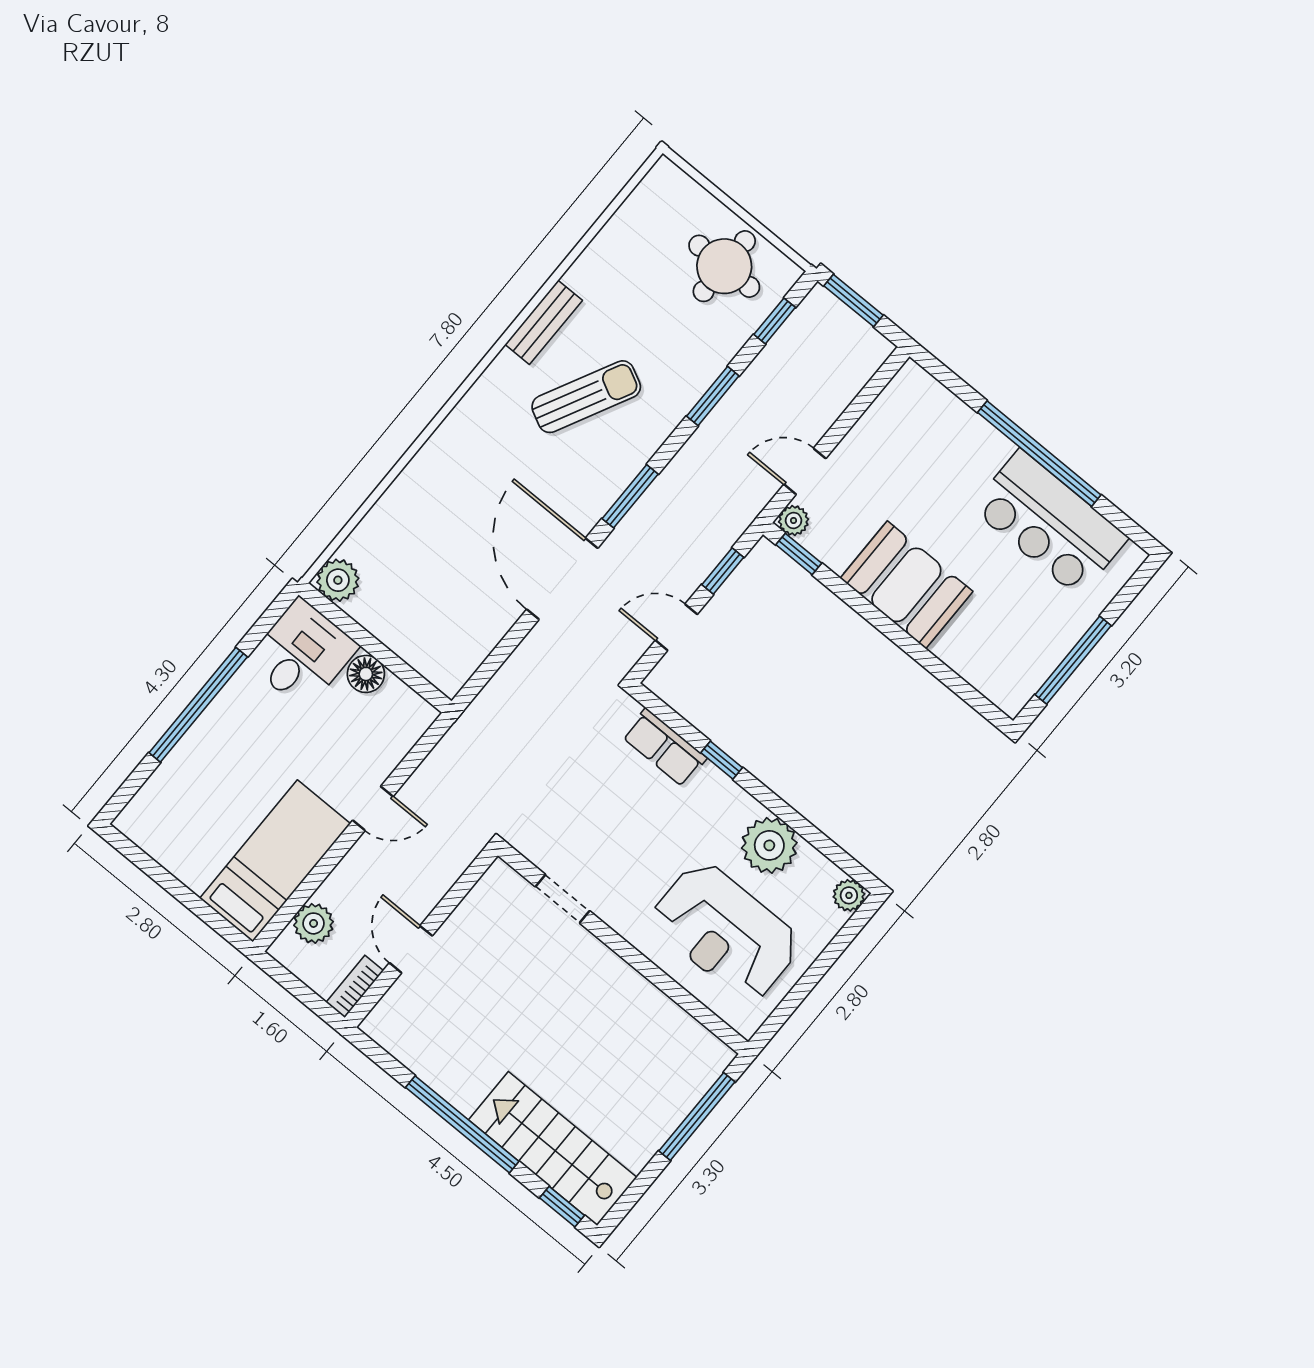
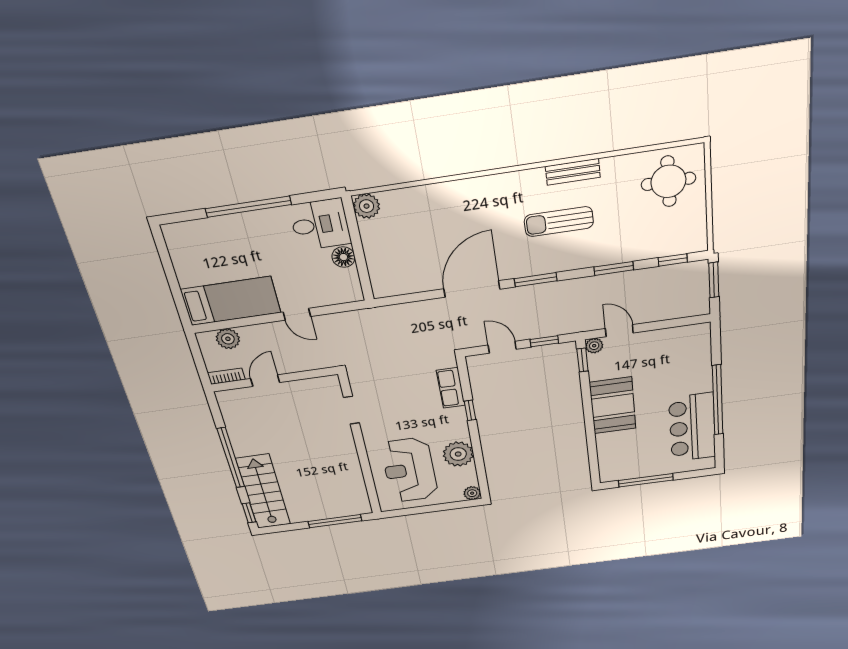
round table: (724, 266) -> (668, 181), moved
sun lounger: (586, 397) -> (559, 222), turned 153

